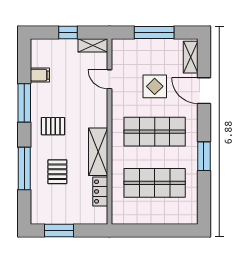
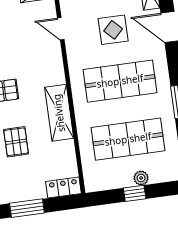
locker: (100, 192) -> (63, 188), moved, turned 90
plant: (161, 218) -> (141, 178), added
window: (154, 231) -> (135, 193), added

